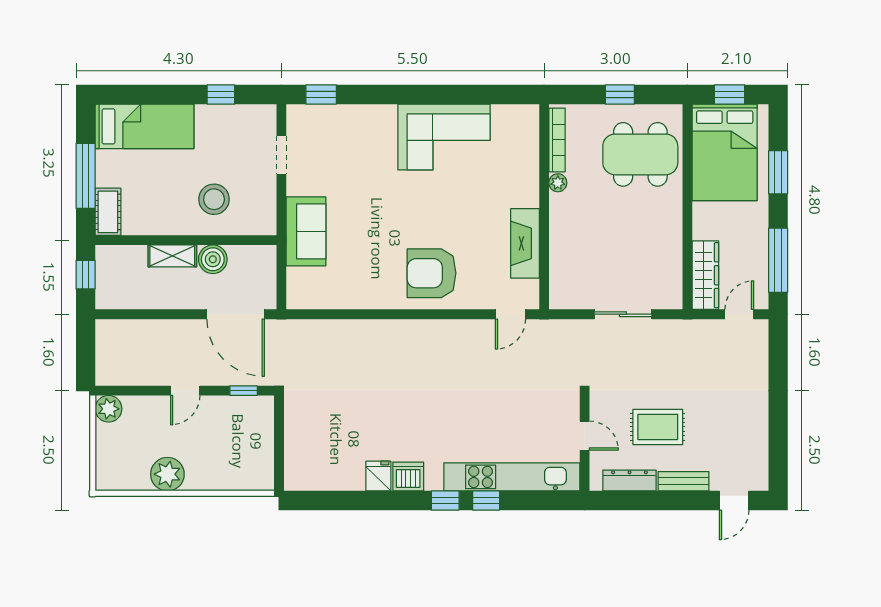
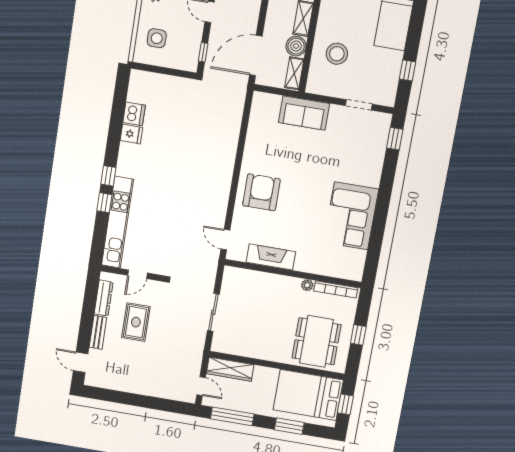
shelving: (252, 255) -> (294, 73), added
side table: (235, 460) -> (157, 38), added
dishwasher: (408, 477) -> (134, 114), moved

